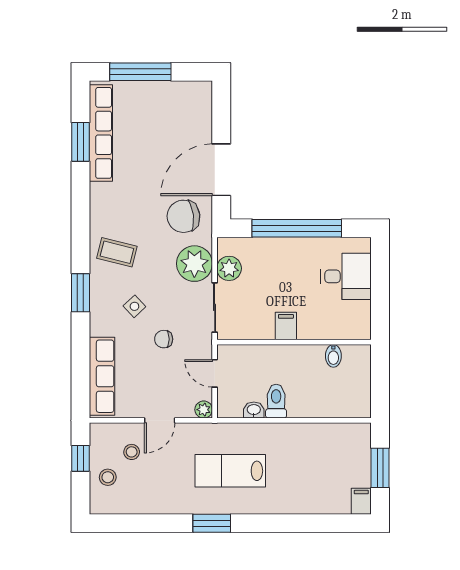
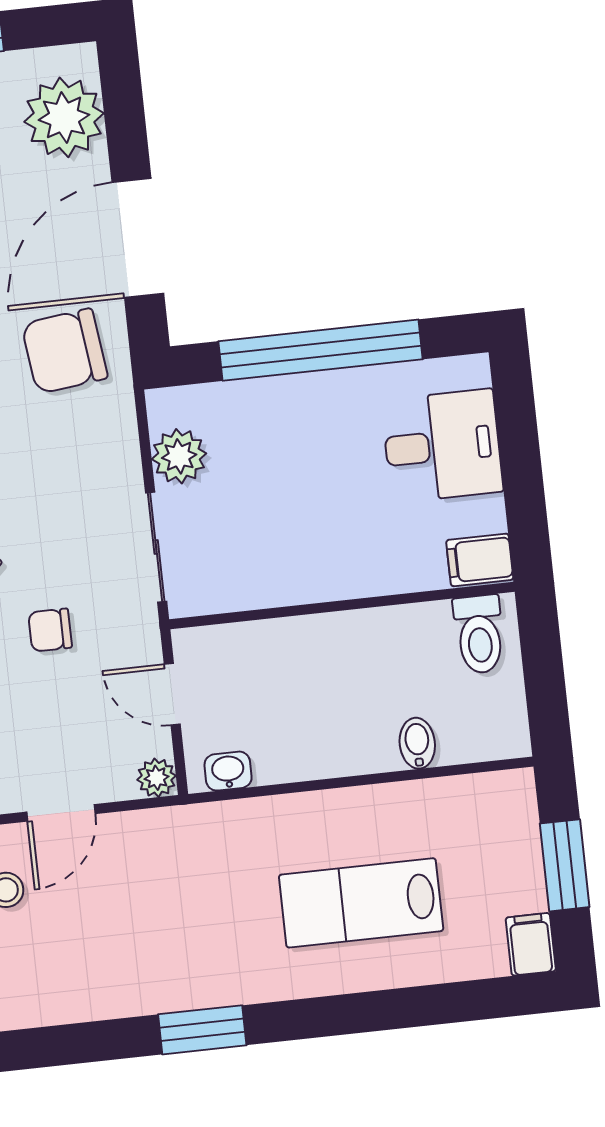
plant: (194, 264) -> (64, 117), moved
filing cabinet: (286, 326) -> (480, 560), moved, turned -90
bidet: (333, 356) -> (417, 743), moved, turned 180
toilet: (276, 401) -> (479, 634), moved, turned 180
washbasin: (254, 410) -> (228, 771), moved
lab bench: (230, 471) -> (361, 903), moved

